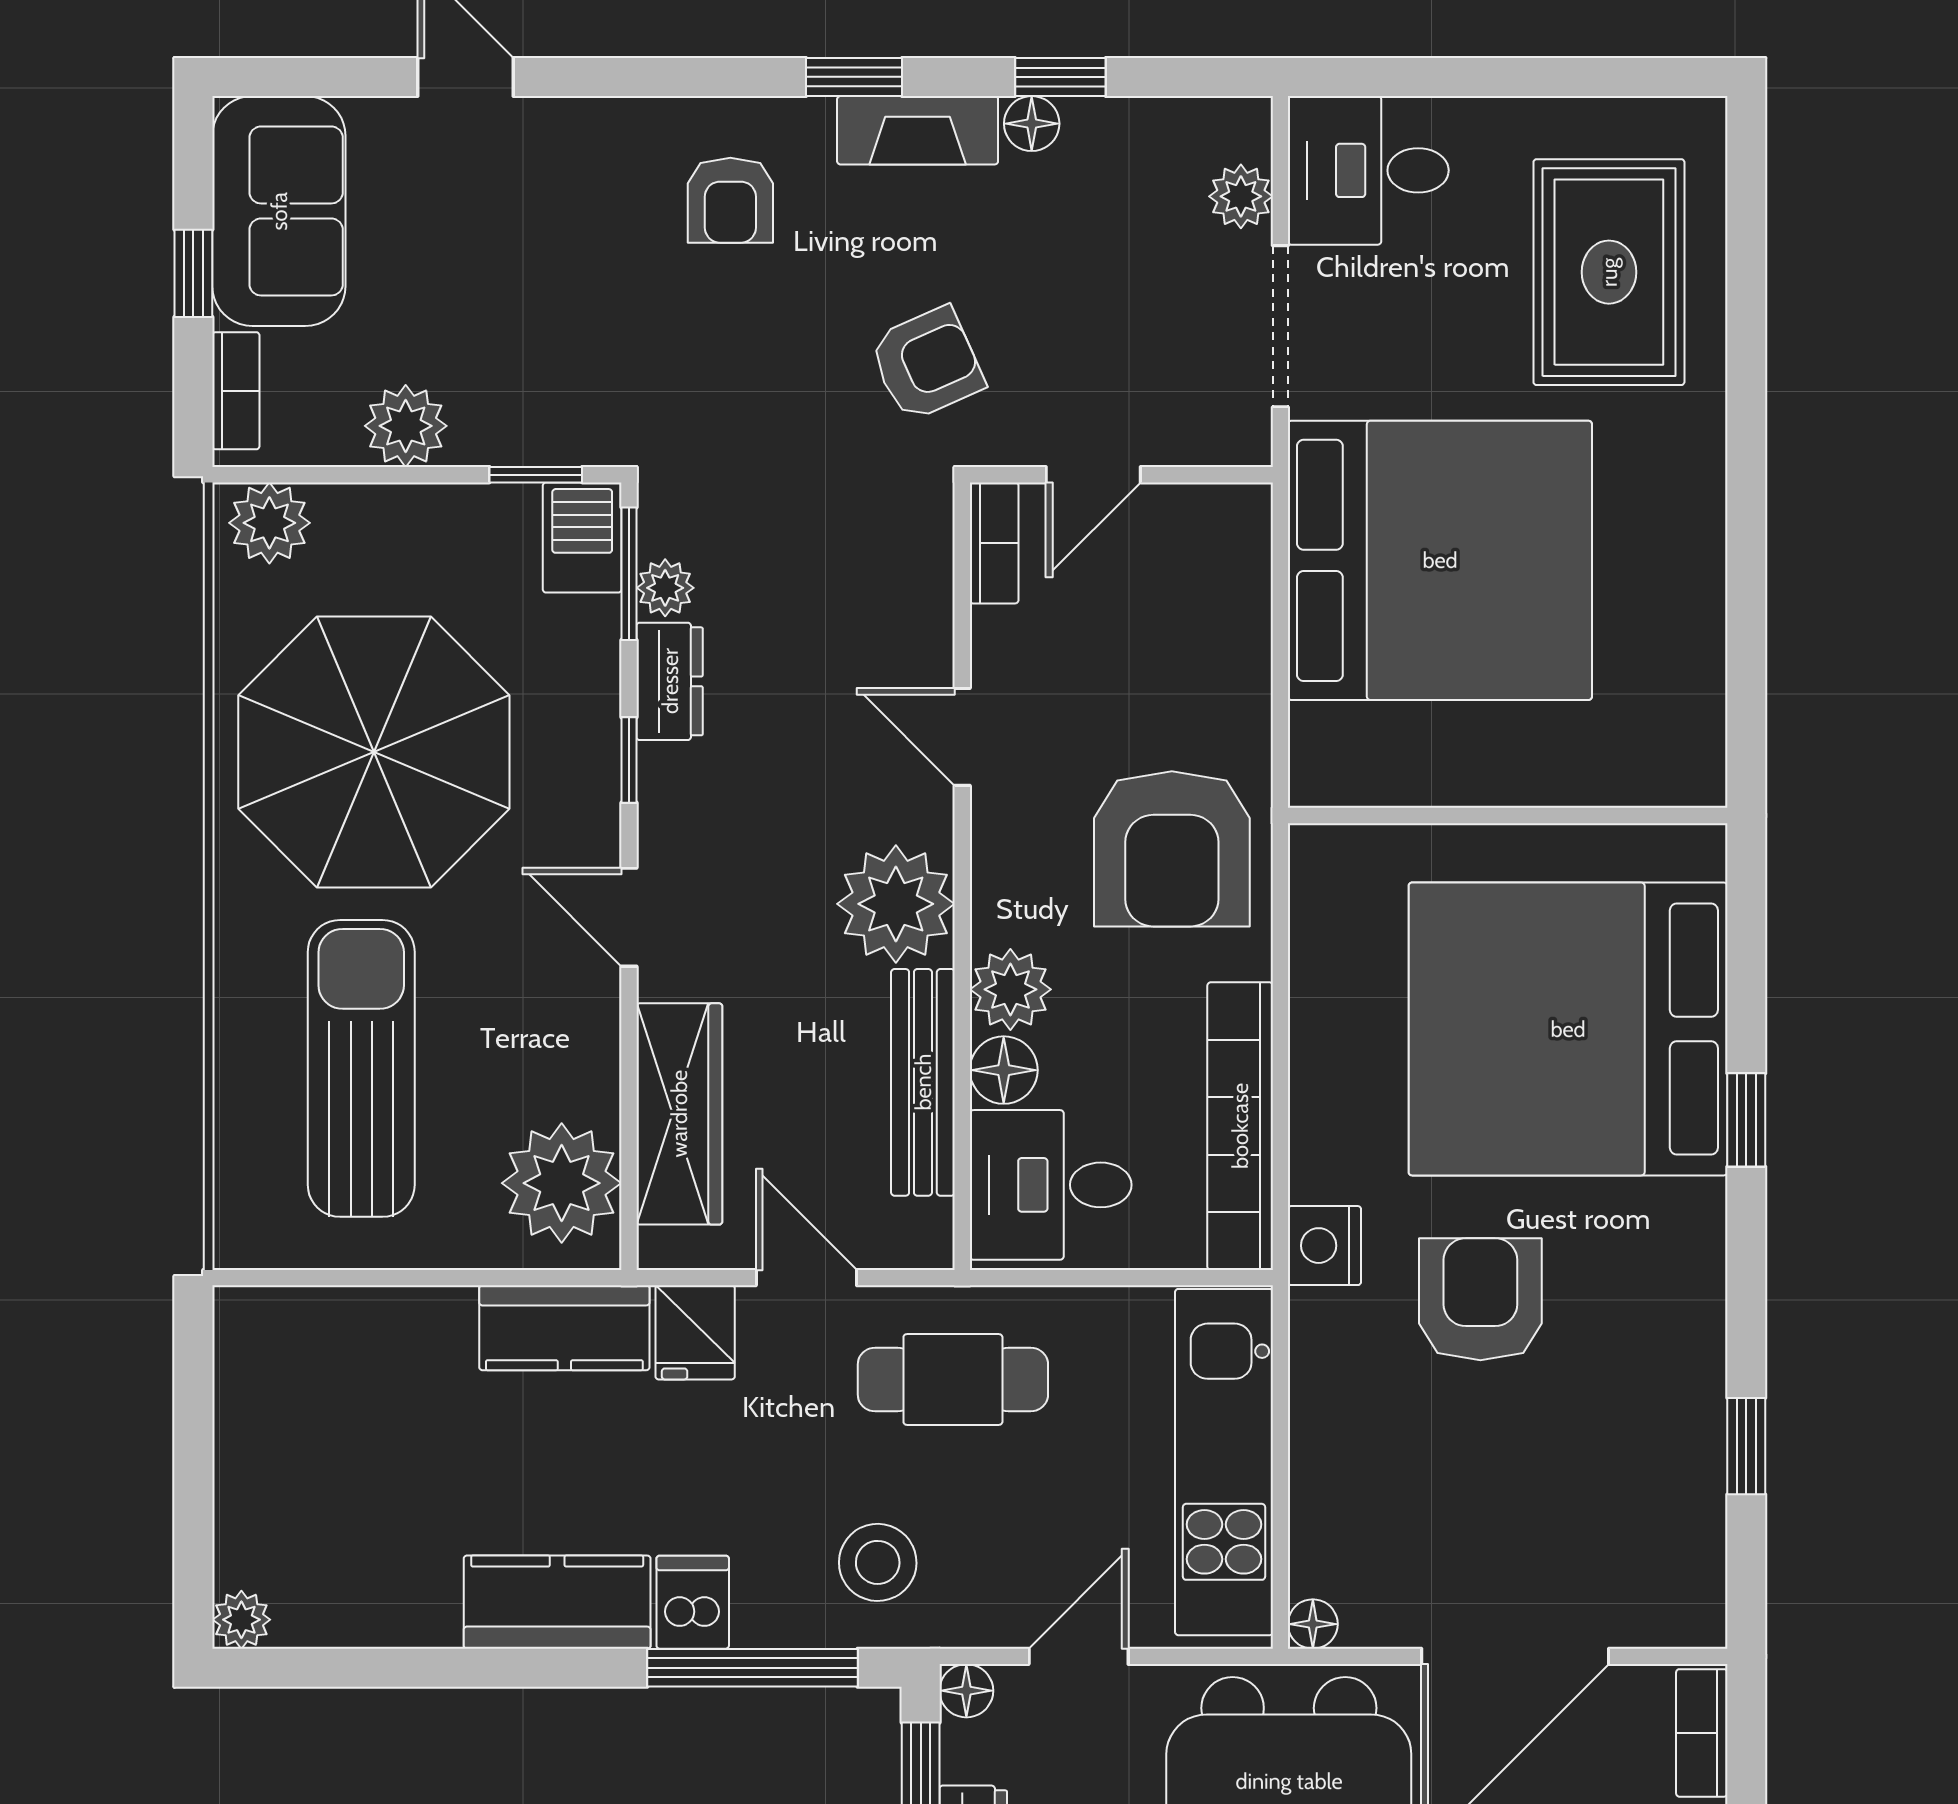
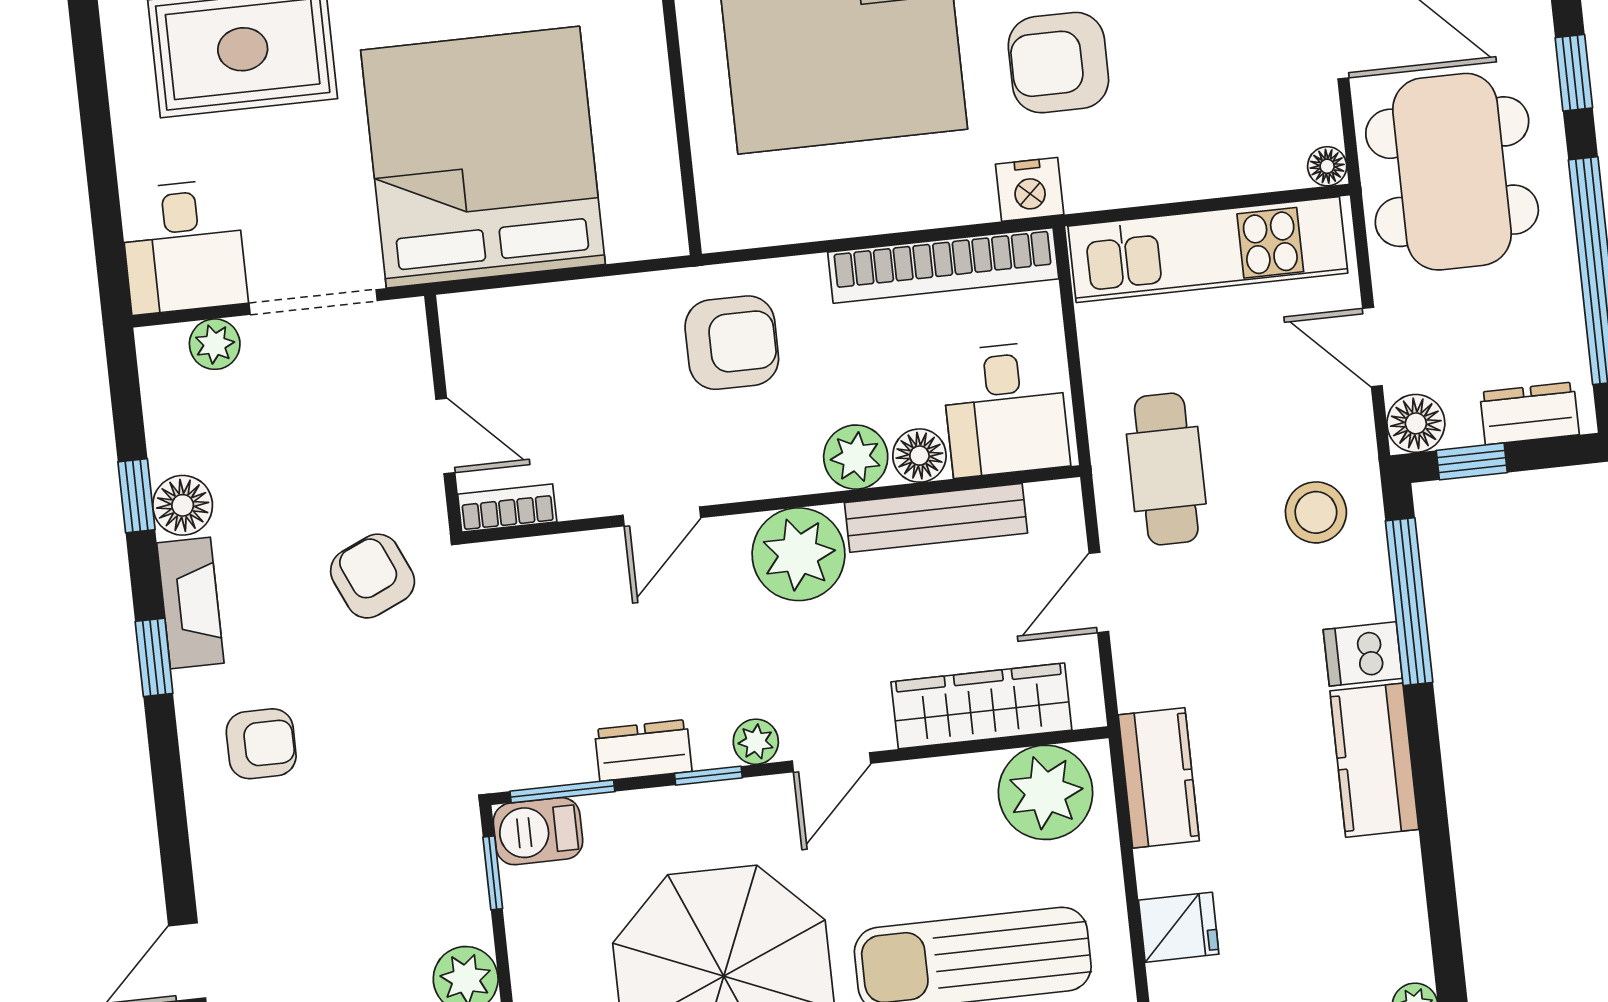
floor lamp: (1032, 124) -> (183, 505), width x1.37, depth x1.37
plant: (665, 588) -> (756, 742), moved
armchair: (1172, 849) -> (732, 343), width x0.73, depth x0.73
fridge: (695, 1332) -> (1179, 927), moved
floor lamp: (966, 1691) -> (1416, 423), width x1.37, depth x1.37

